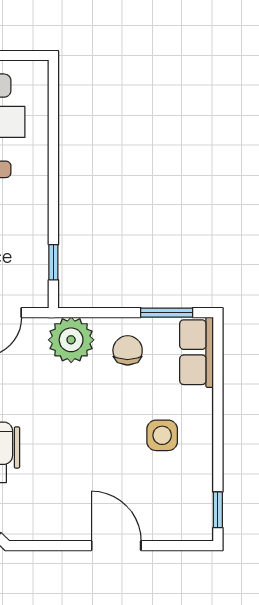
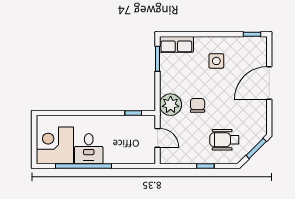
chair: (128, 350) -> (198, 105), moved, turned 90
door: (116, 546) -> (269, 83), width x1.36

